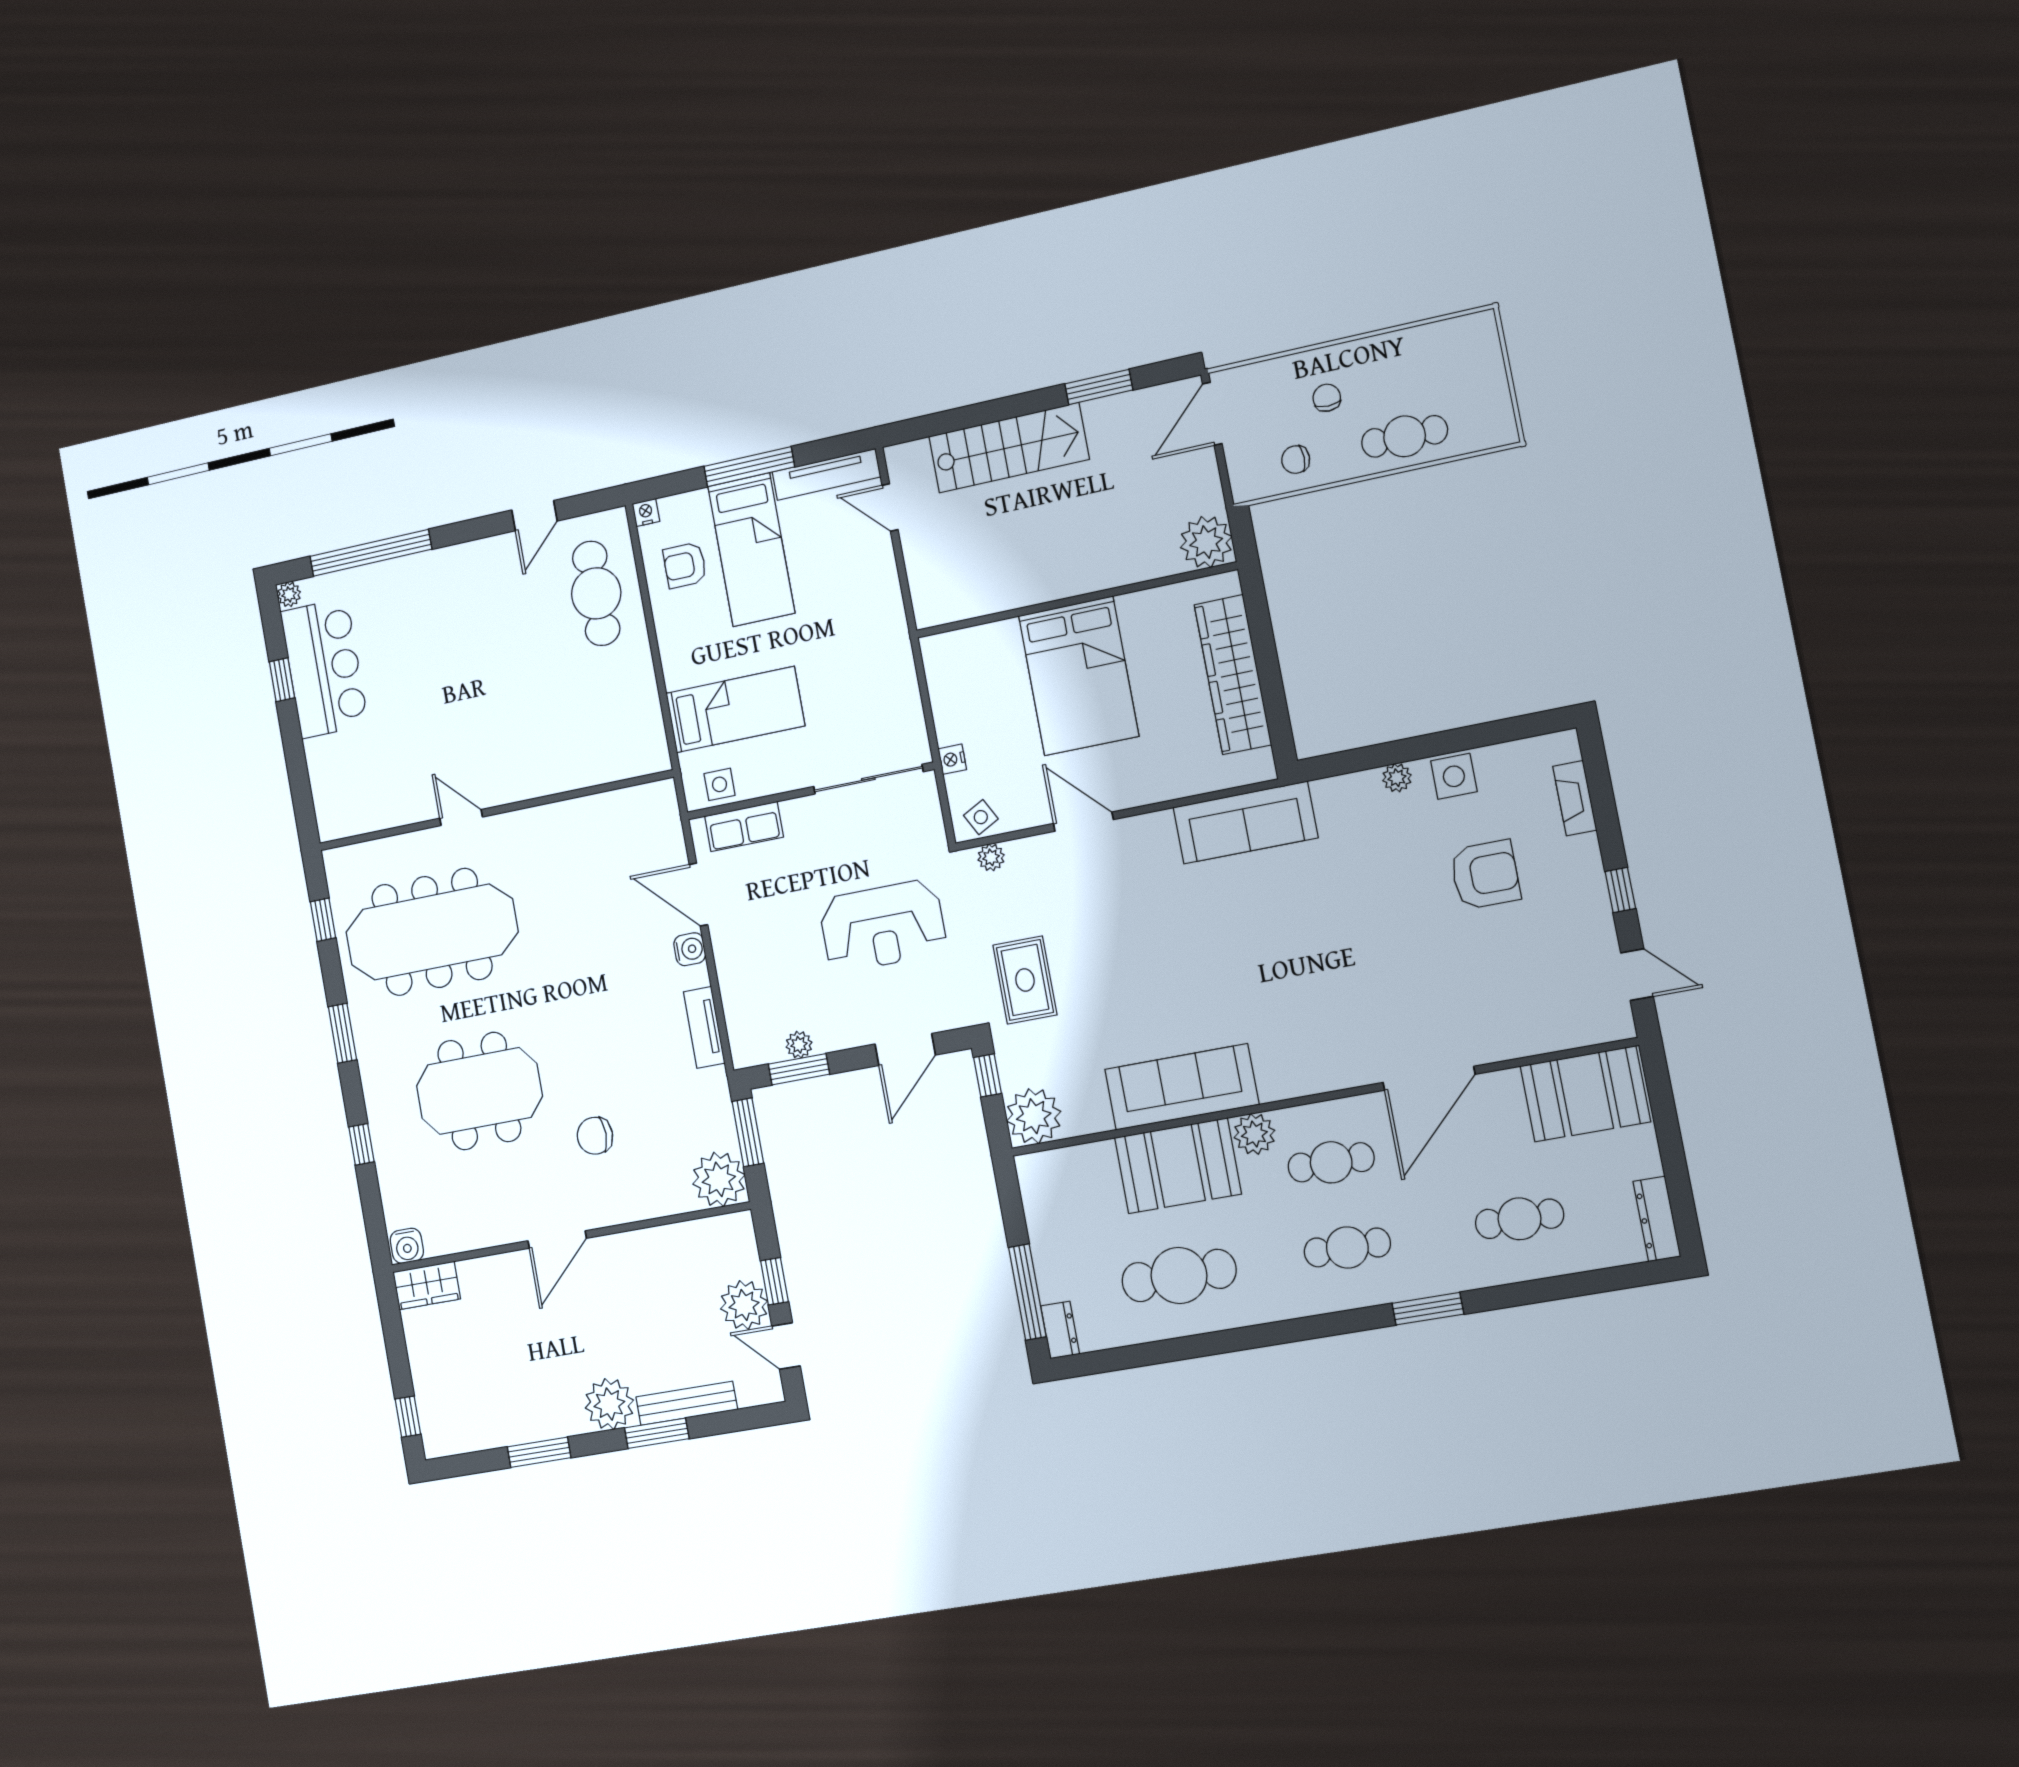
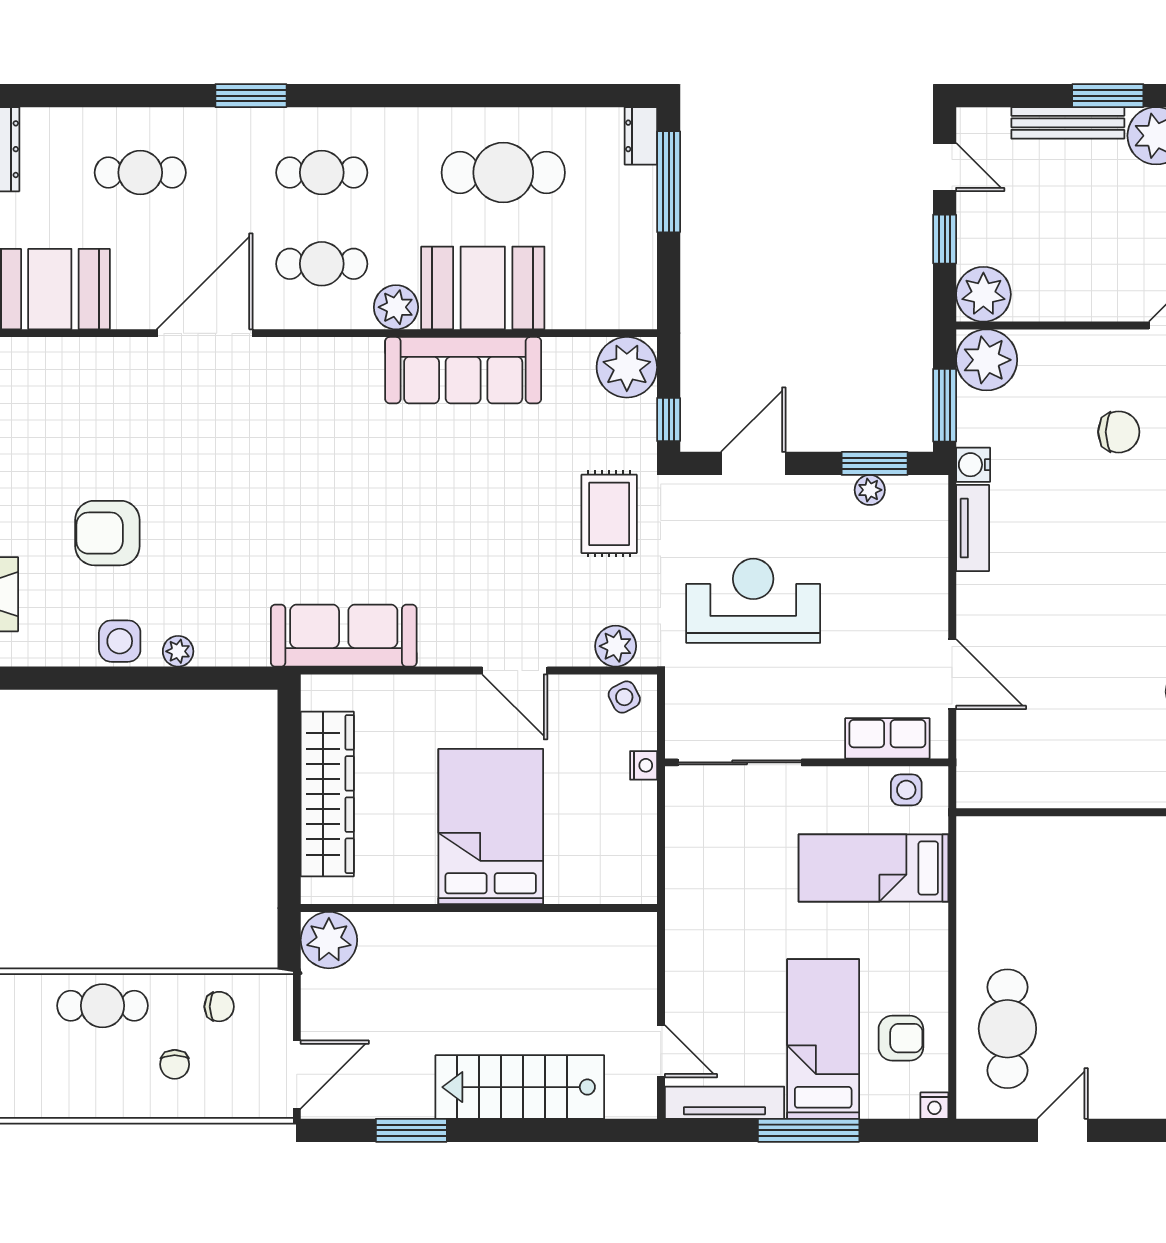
plant: (991, 857) -> (616, 646), width x1.38, depth x1.38
water cooler: (690, 949) -> (973, 465), moved
plant: (744, 1305) -> (983, 294), moved

